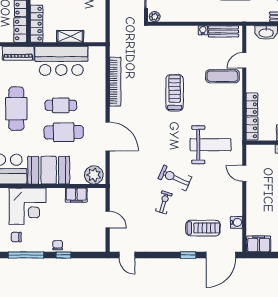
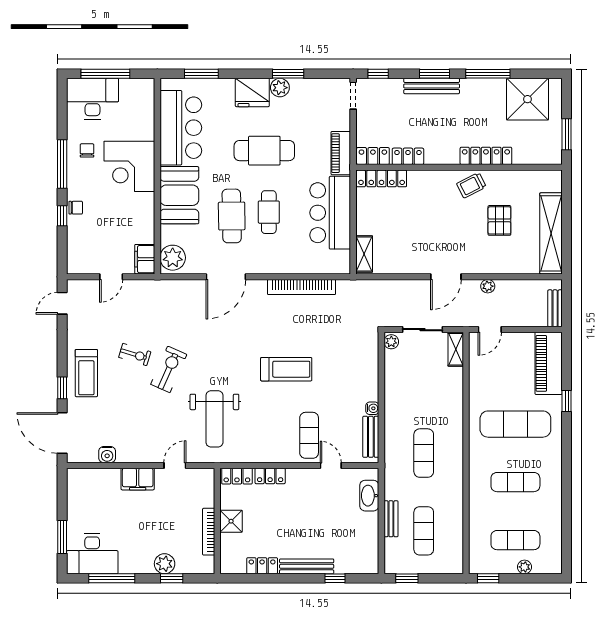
shelving: (70, 36) -> (364, 254), moved
filing cabinet: (76, 195) -> (145, 259), moved
treadmill: (203, 228) -> (86, 373), moved
filing cabinet: (259, 244) -> (138, 479), moved, turned 90

